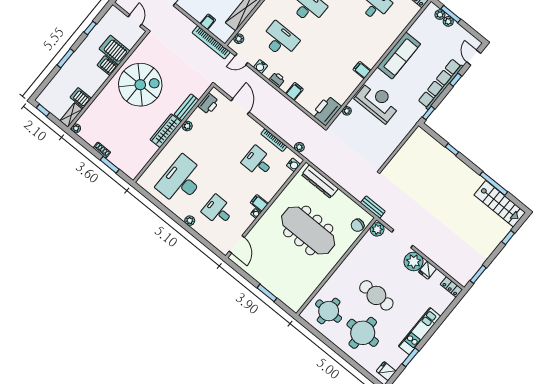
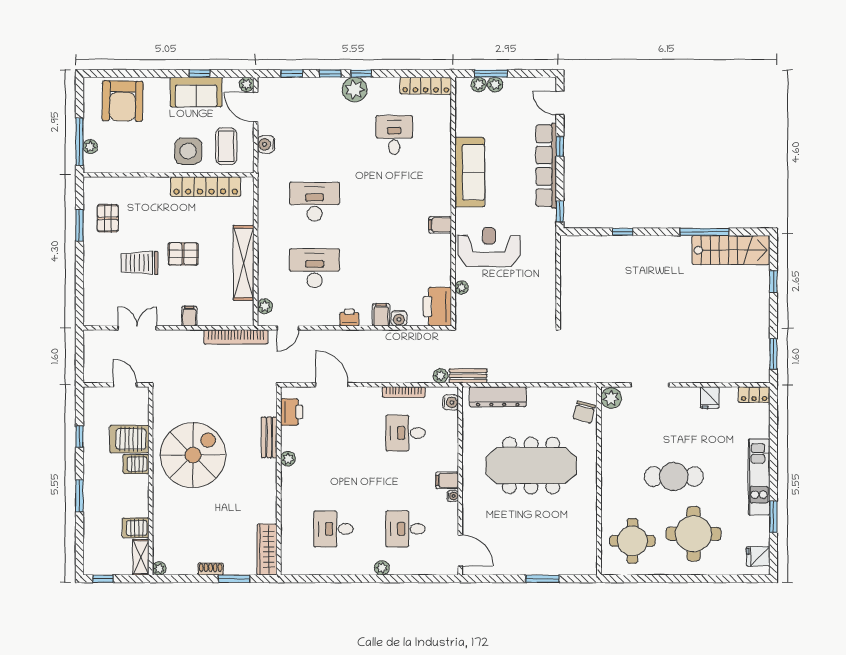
filing cabinet: (208, 22) -> (189, 316), moved
water cooler: (261, 67) -> (399, 318), moved
wardrobe: (166, 131) -> (267, 550), moved
desk: (181, 181) -> (333, 529), width x0.53, depth x0.77
bench: (373, 207) -> (468, 376), moved
plant: (414, 261) -> (685, 401), removed

